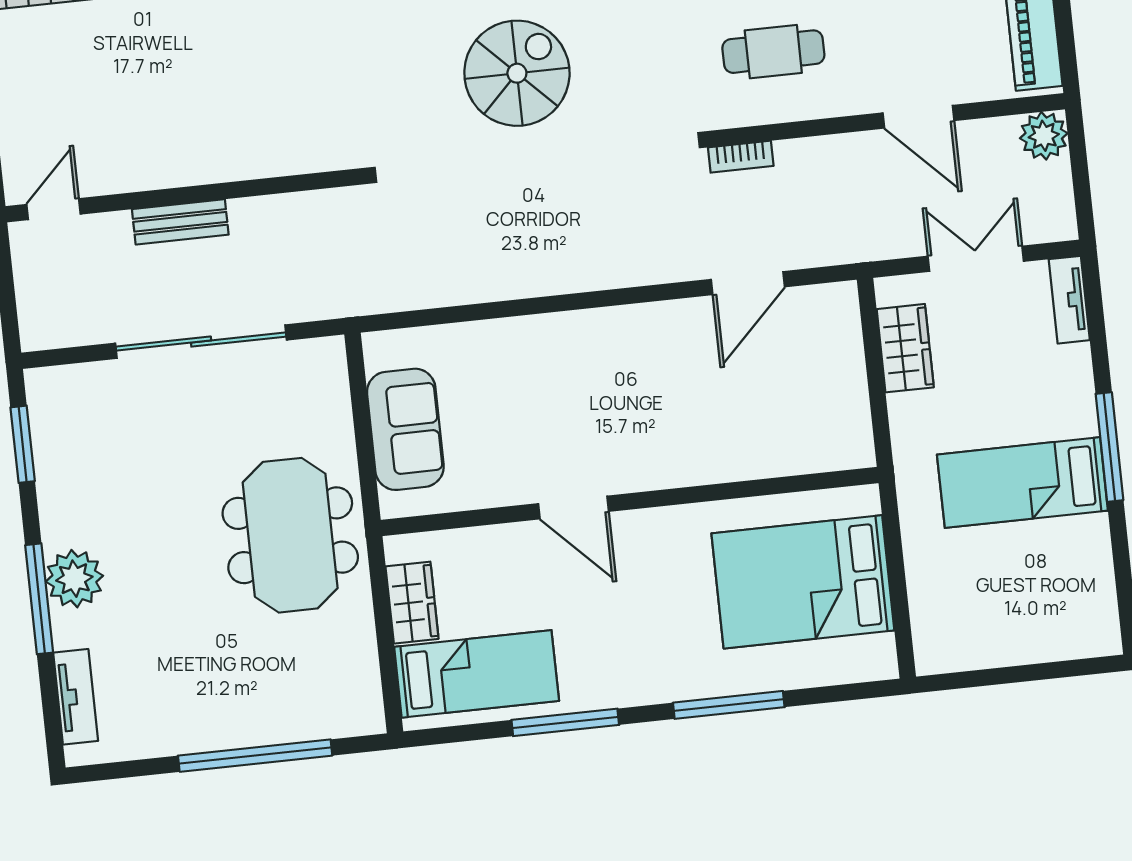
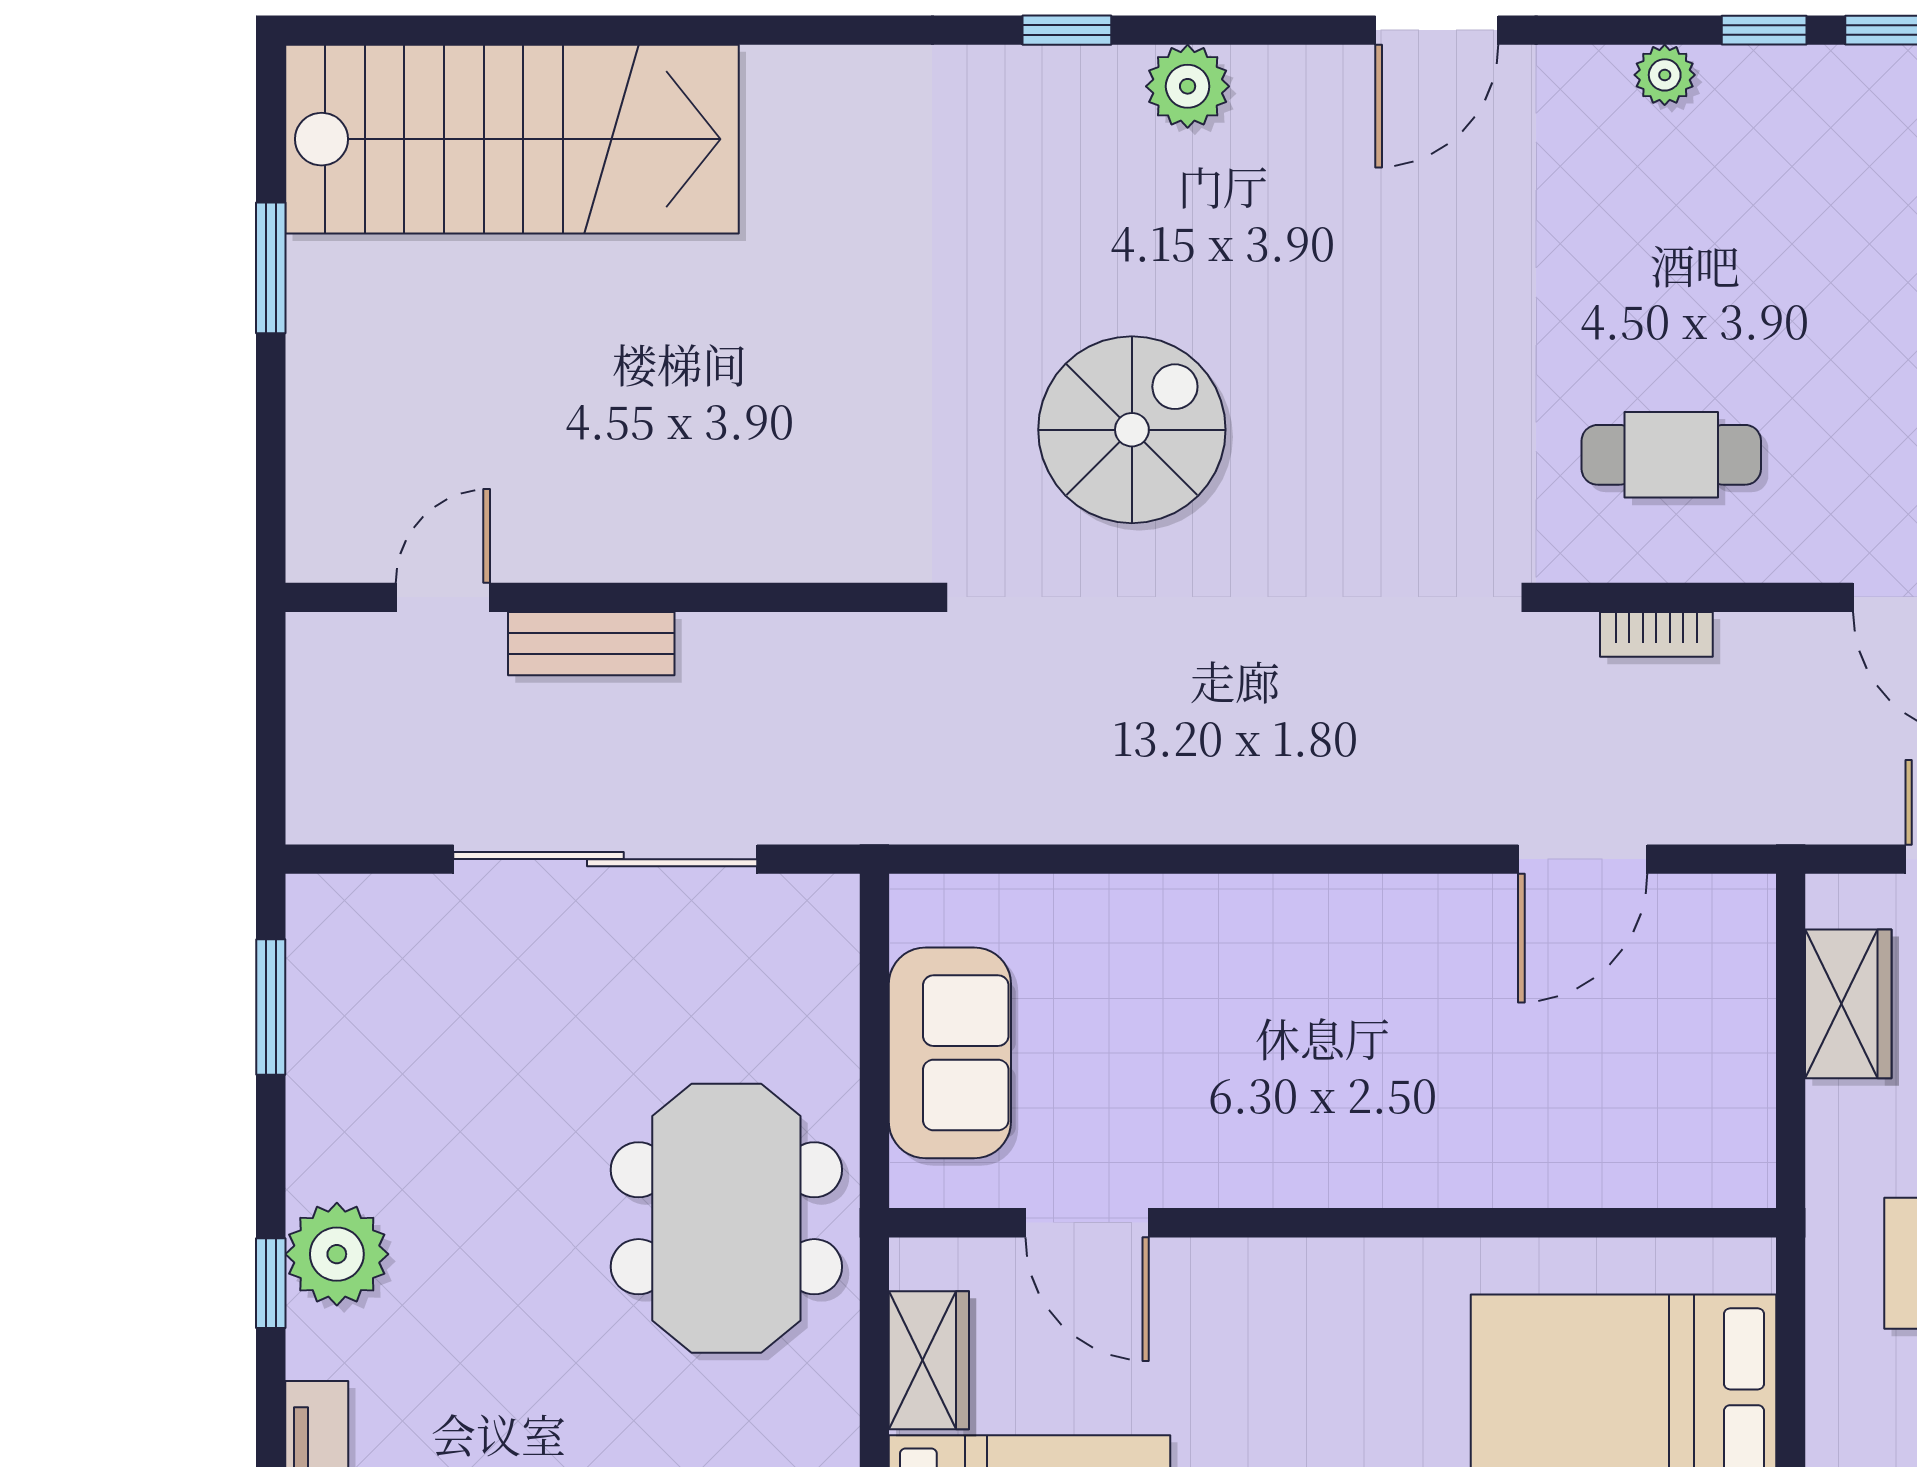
spiral stairs: (517, 73) -> (1132, 430), moved
bookcase: (741, 157) -> (1656, 634), moved
door: (53, 209) -> (443, 597), moved
door: (574, 508) -> (1087, 1223), moved
window: (39, 599) -> (271, 1283), width x0.46

